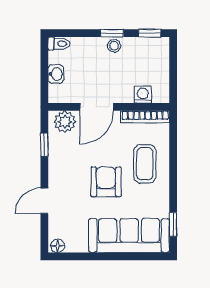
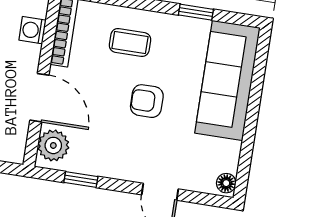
coffee table: (145, 164) -> (130, 42), width x0.73, depth x0.77
armchair: (106, 182) -> (147, 101), width x0.72, depth x0.72
window: (173, 224) -> (196, 12), moved

